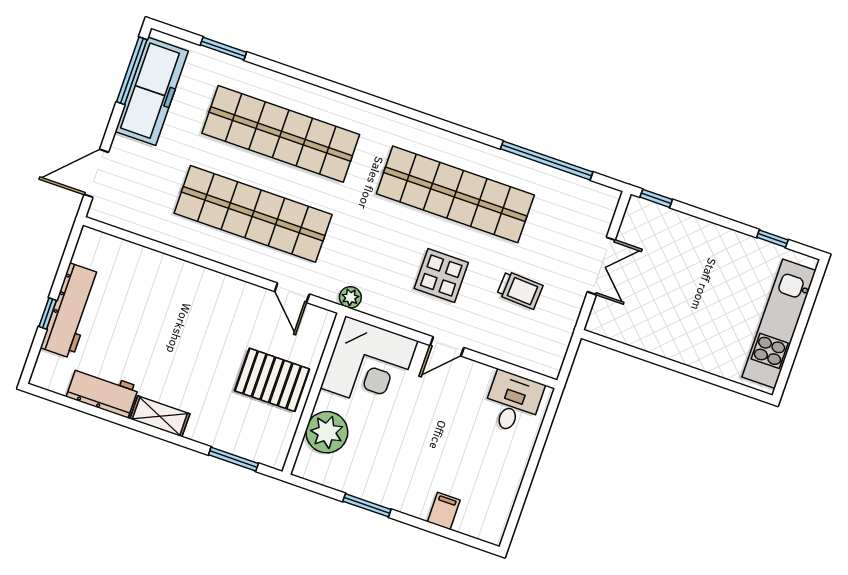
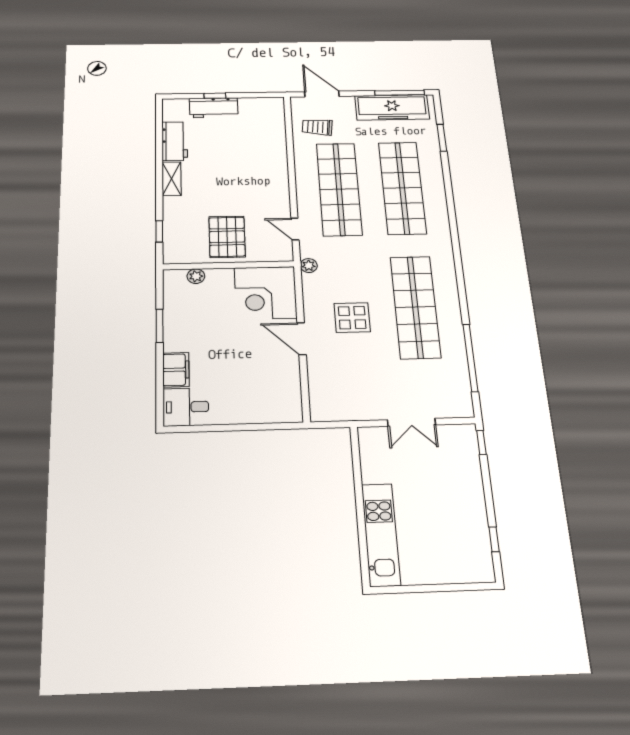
trolley: (520, 290) -> (317, 127), moved, turned 93
door: (292, 293) -> (295, 229), hinge flipped
workbench: (71, 311) -> (214, 108), width x0.73
kitchen unit: (779, 324) -> (381, 534), moved, turned 90
door: (447, 346) -> (302, 339), width x1.38
desk: (513, 402) -> (186, 407), moved, turned 180
plant: (327, 432) -> (196, 276), width x0.53, depth x0.53
window: (233, 459) -> (159, 231), width x0.67
filing cabinet: (444, 511) -> (176, 370), width x2.00

